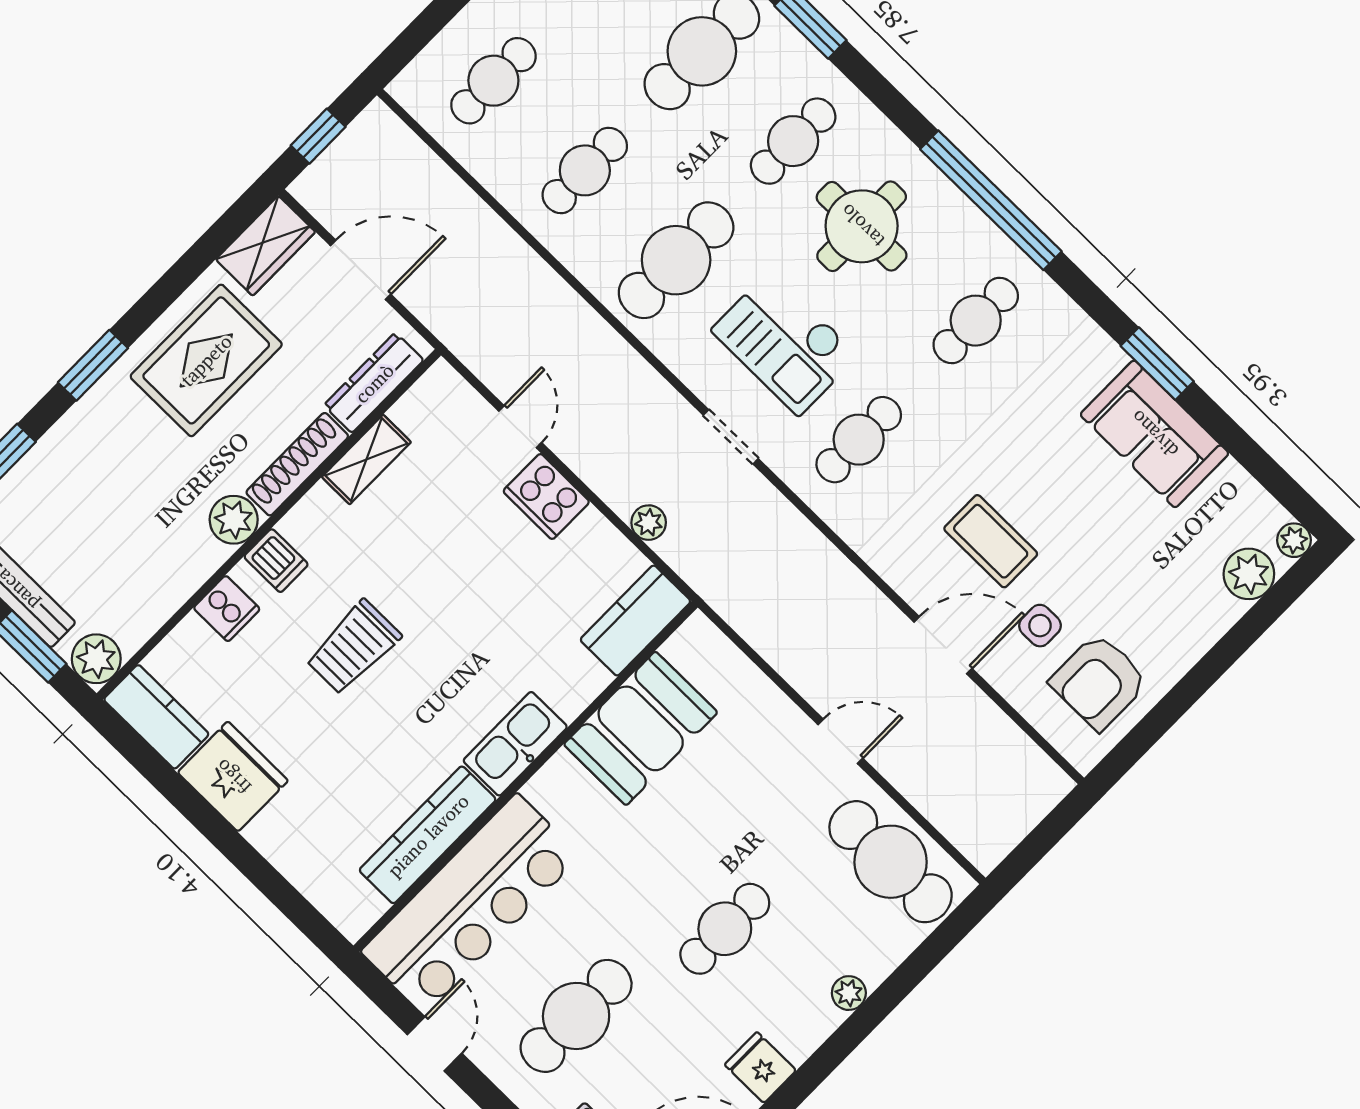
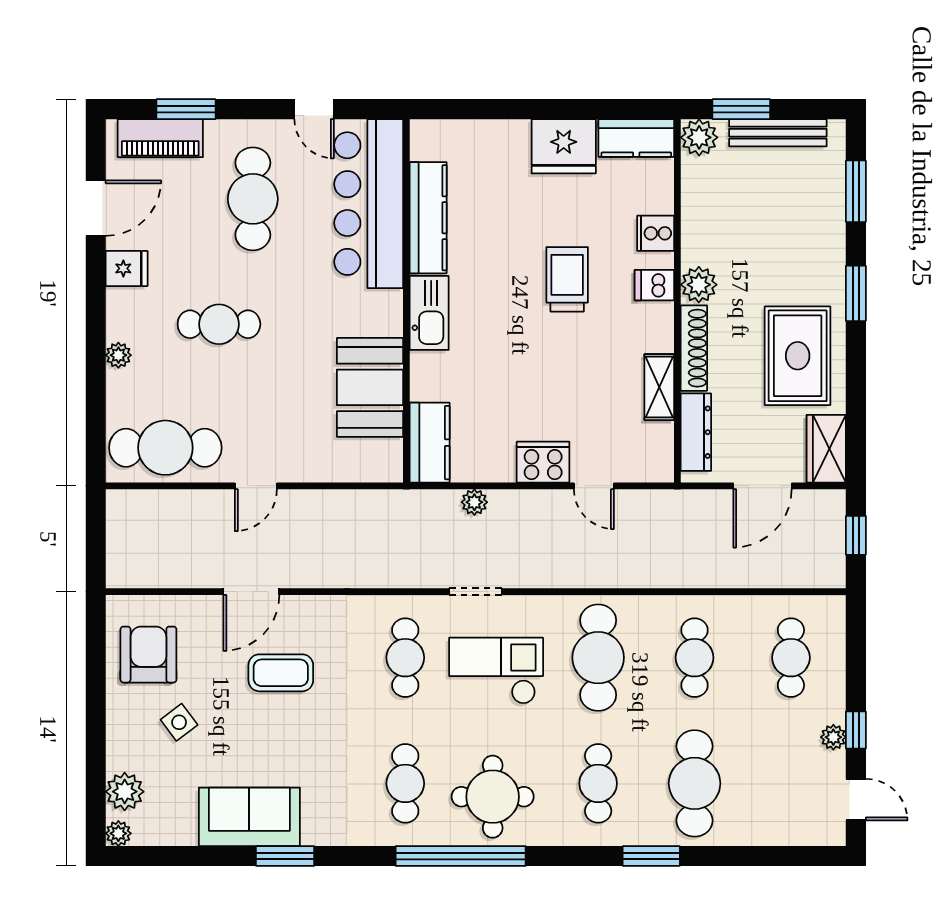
round table: (862, 226) -> (493, 797), moved
side table: (1040, 626) -> (179, 722), moved, turned -37
cafe table: (725, 929) -> (219, 324), turned 90

